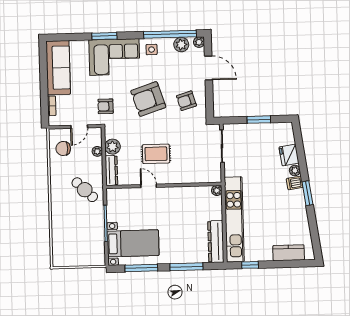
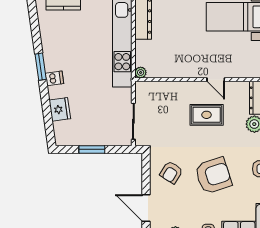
armchair: (186, 101) -> (171, 172), turned 139
plant: (295, 170) -> (54, 92), removed

